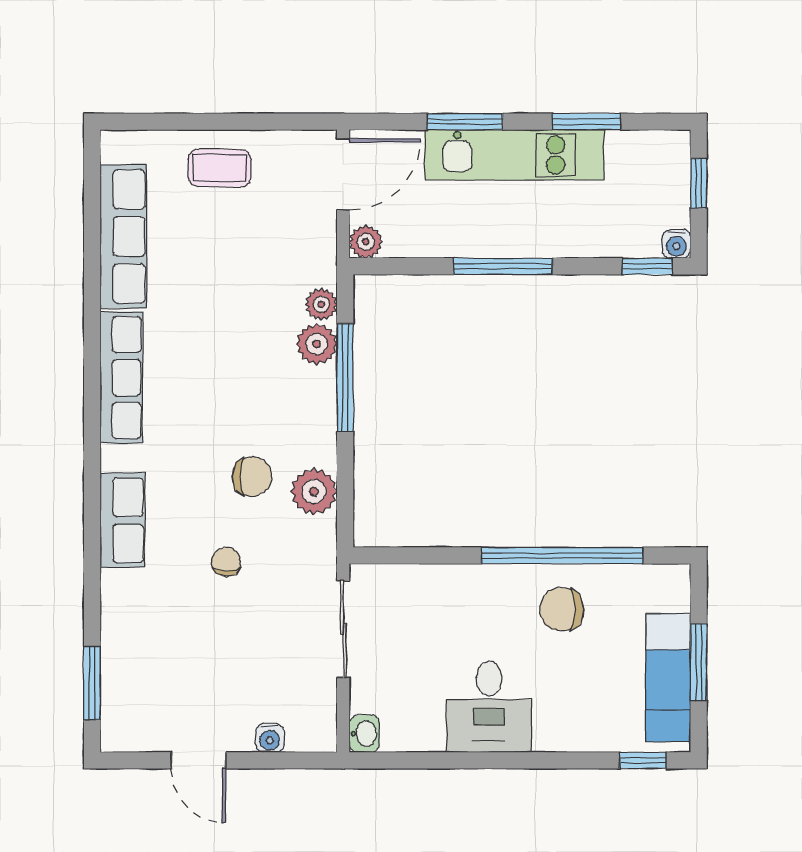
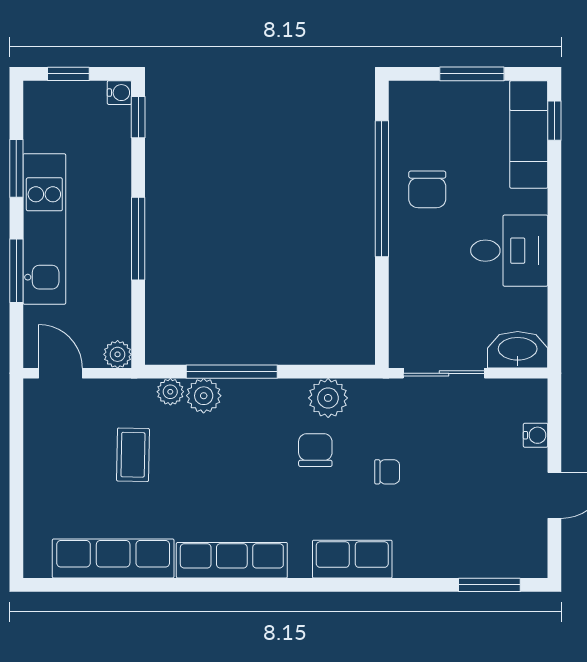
coffee table: (220, 168) -> (133, 455), moved
door: (343, 174) -> (61, 373), width x0.73
chair: (226, 562) -> (387, 472), turned 180
exam couch: (668, 678) -> (529, 134), moved, turned 90
washbasin: (364, 734) -> (518, 350), width x1.91, depth x1.45

